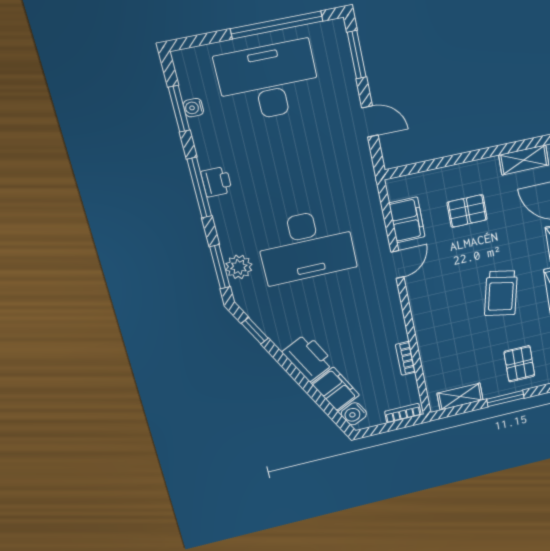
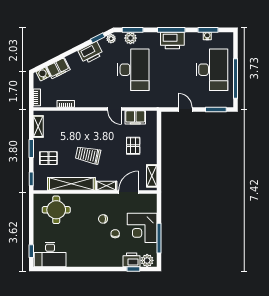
door: (370, 121) -> (185, 110), swing flipped
printer: (217, 182) -> (172, 40), width x1.87, depth x1.48
desk: (306, 246) -> (133, 70), turned 180
plant: (250, 305) -> (111, 39), added
printer: (308, 358) -> (91, 53), moved

